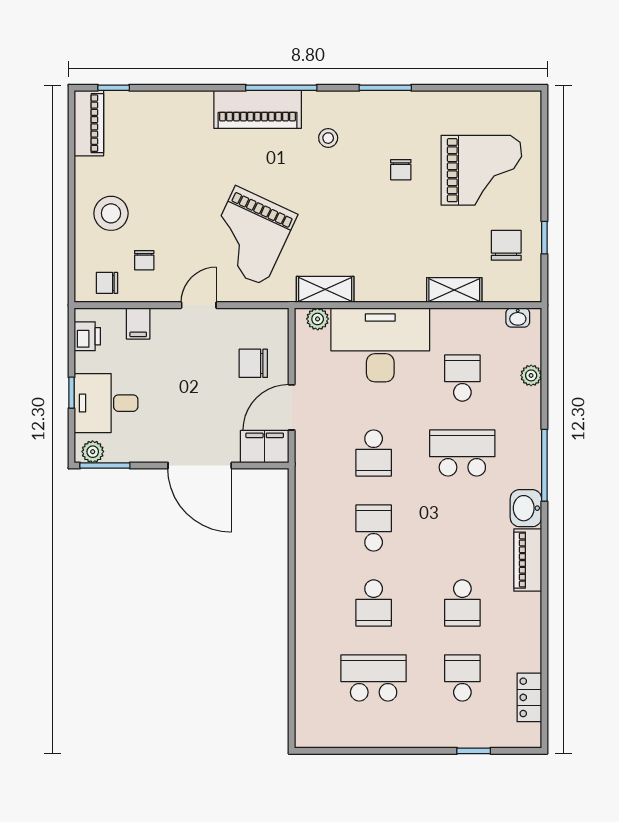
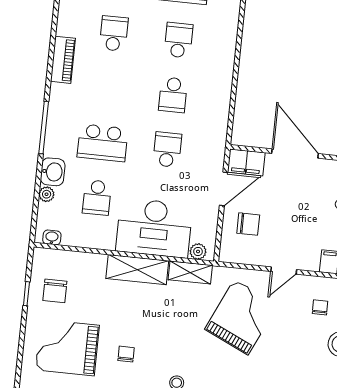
shelving: (454, 290) -> (137, 270), moved, width x1.50, depth x1.33
washbasin: (526, 508) -> (53, 172), moved

